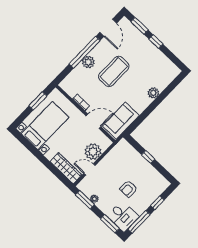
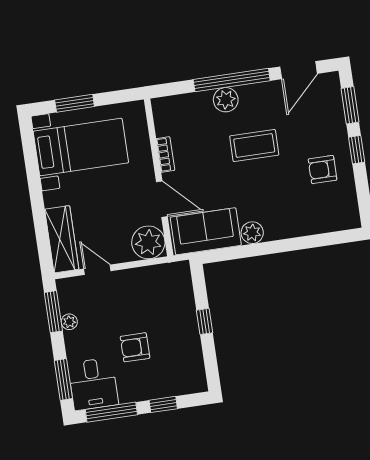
armchair: (148, 60) -> (323, 170), added
coffee table: (114, 71) -> (254, 145), width x0.73, depth x0.76
plant: (153, 93) -> (252, 233), moved
window: (38, 101) -> (75, 103), moved
plant: (93, 152) -> (148, 242), moved

